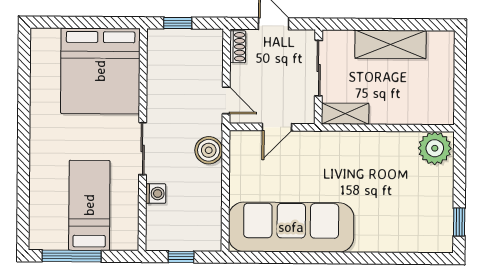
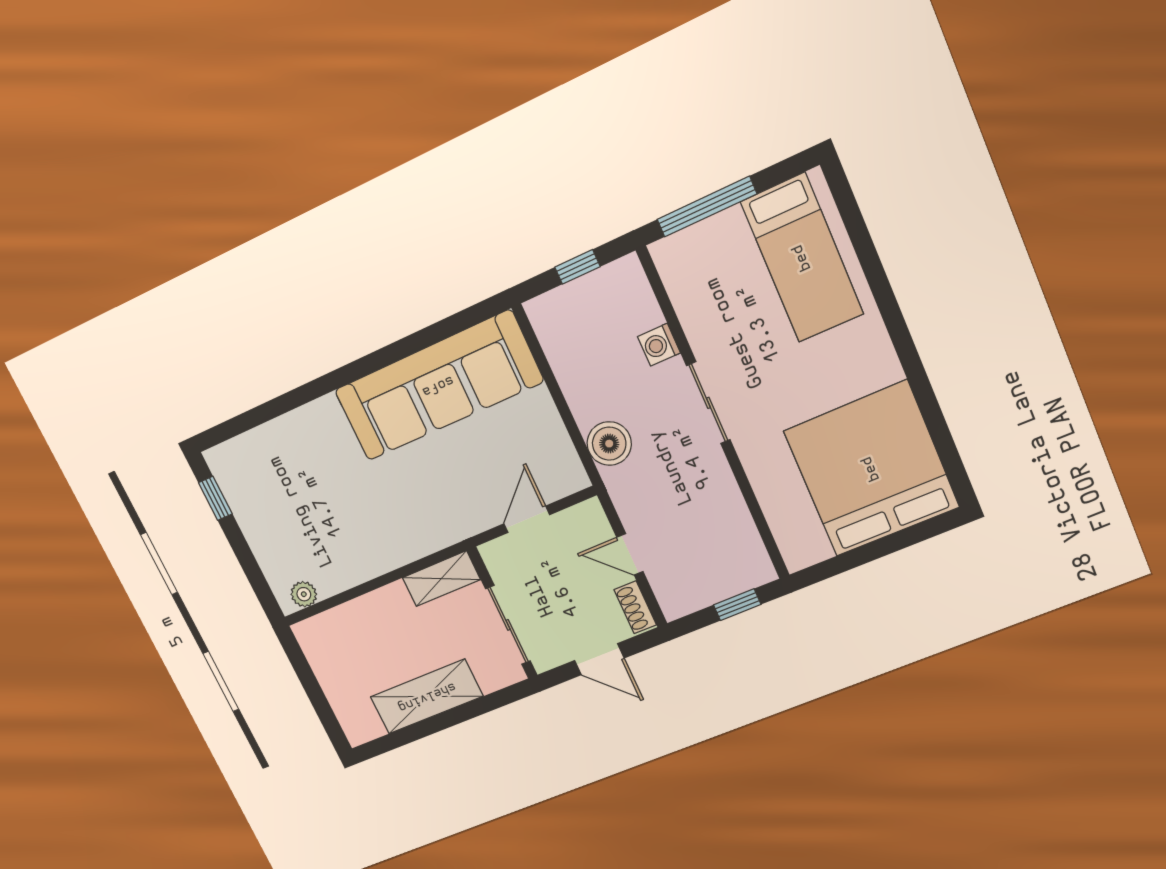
bed: (100, 71) -> (871, 469), moved
door: (226, 100) -> (630, 554), moved
plant: (435, 148) -> (304, 594), width x0.53, depth x0.53
bed: (89, 205) -> (802, 258), moved
window: (72, 256) -> (707, 207), moved

